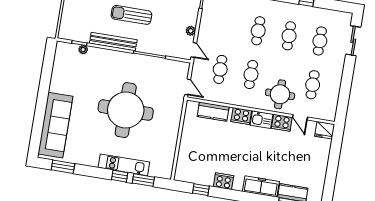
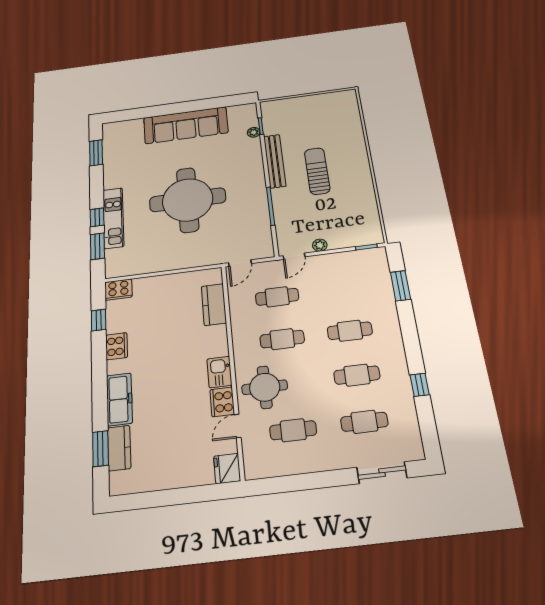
cooker: (241, 116) -> (118, 290), moved, turned -90
sofa: (55, 125) -> (186, 125), moved

